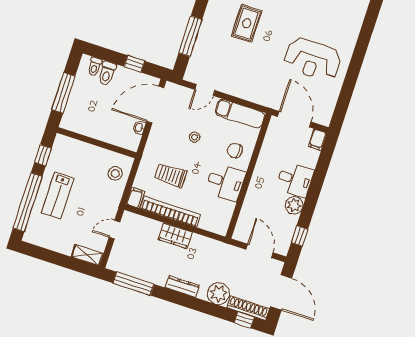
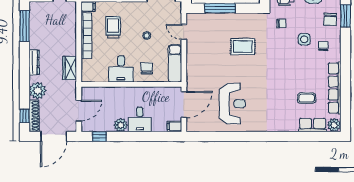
reception desk: (313, 59) -> (232, 104), turned 180
wardrobe: (175, 236) -> (70, 68), moved

